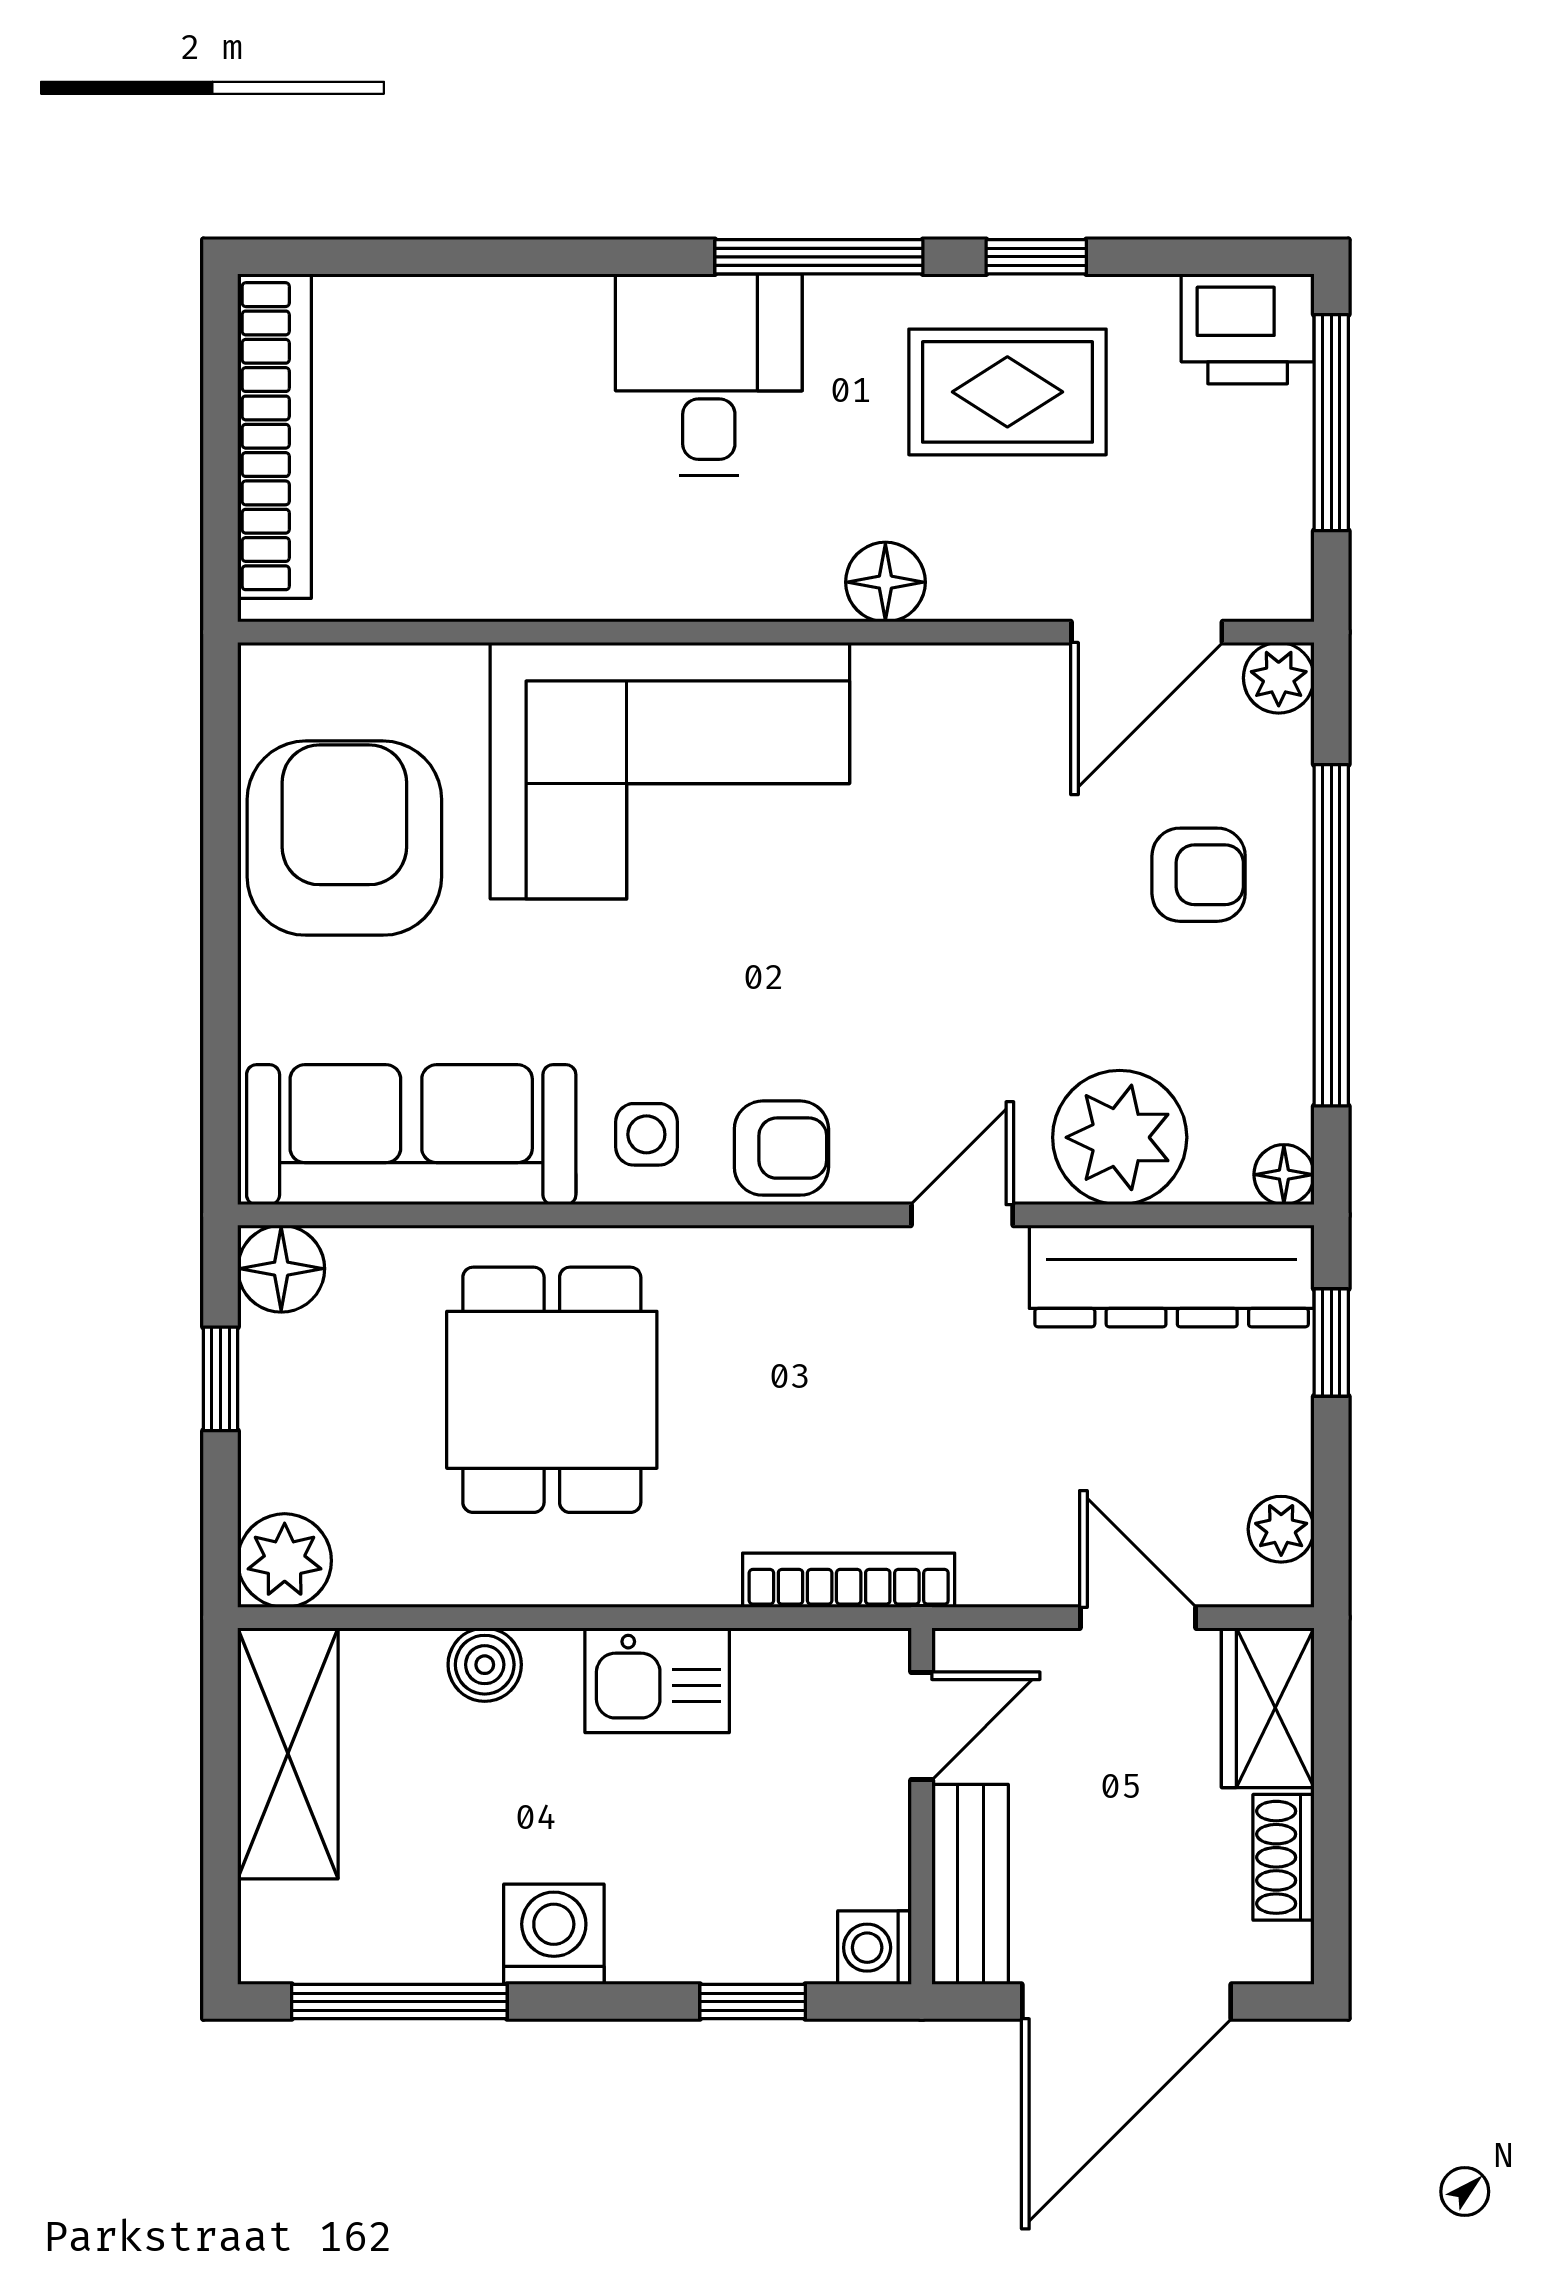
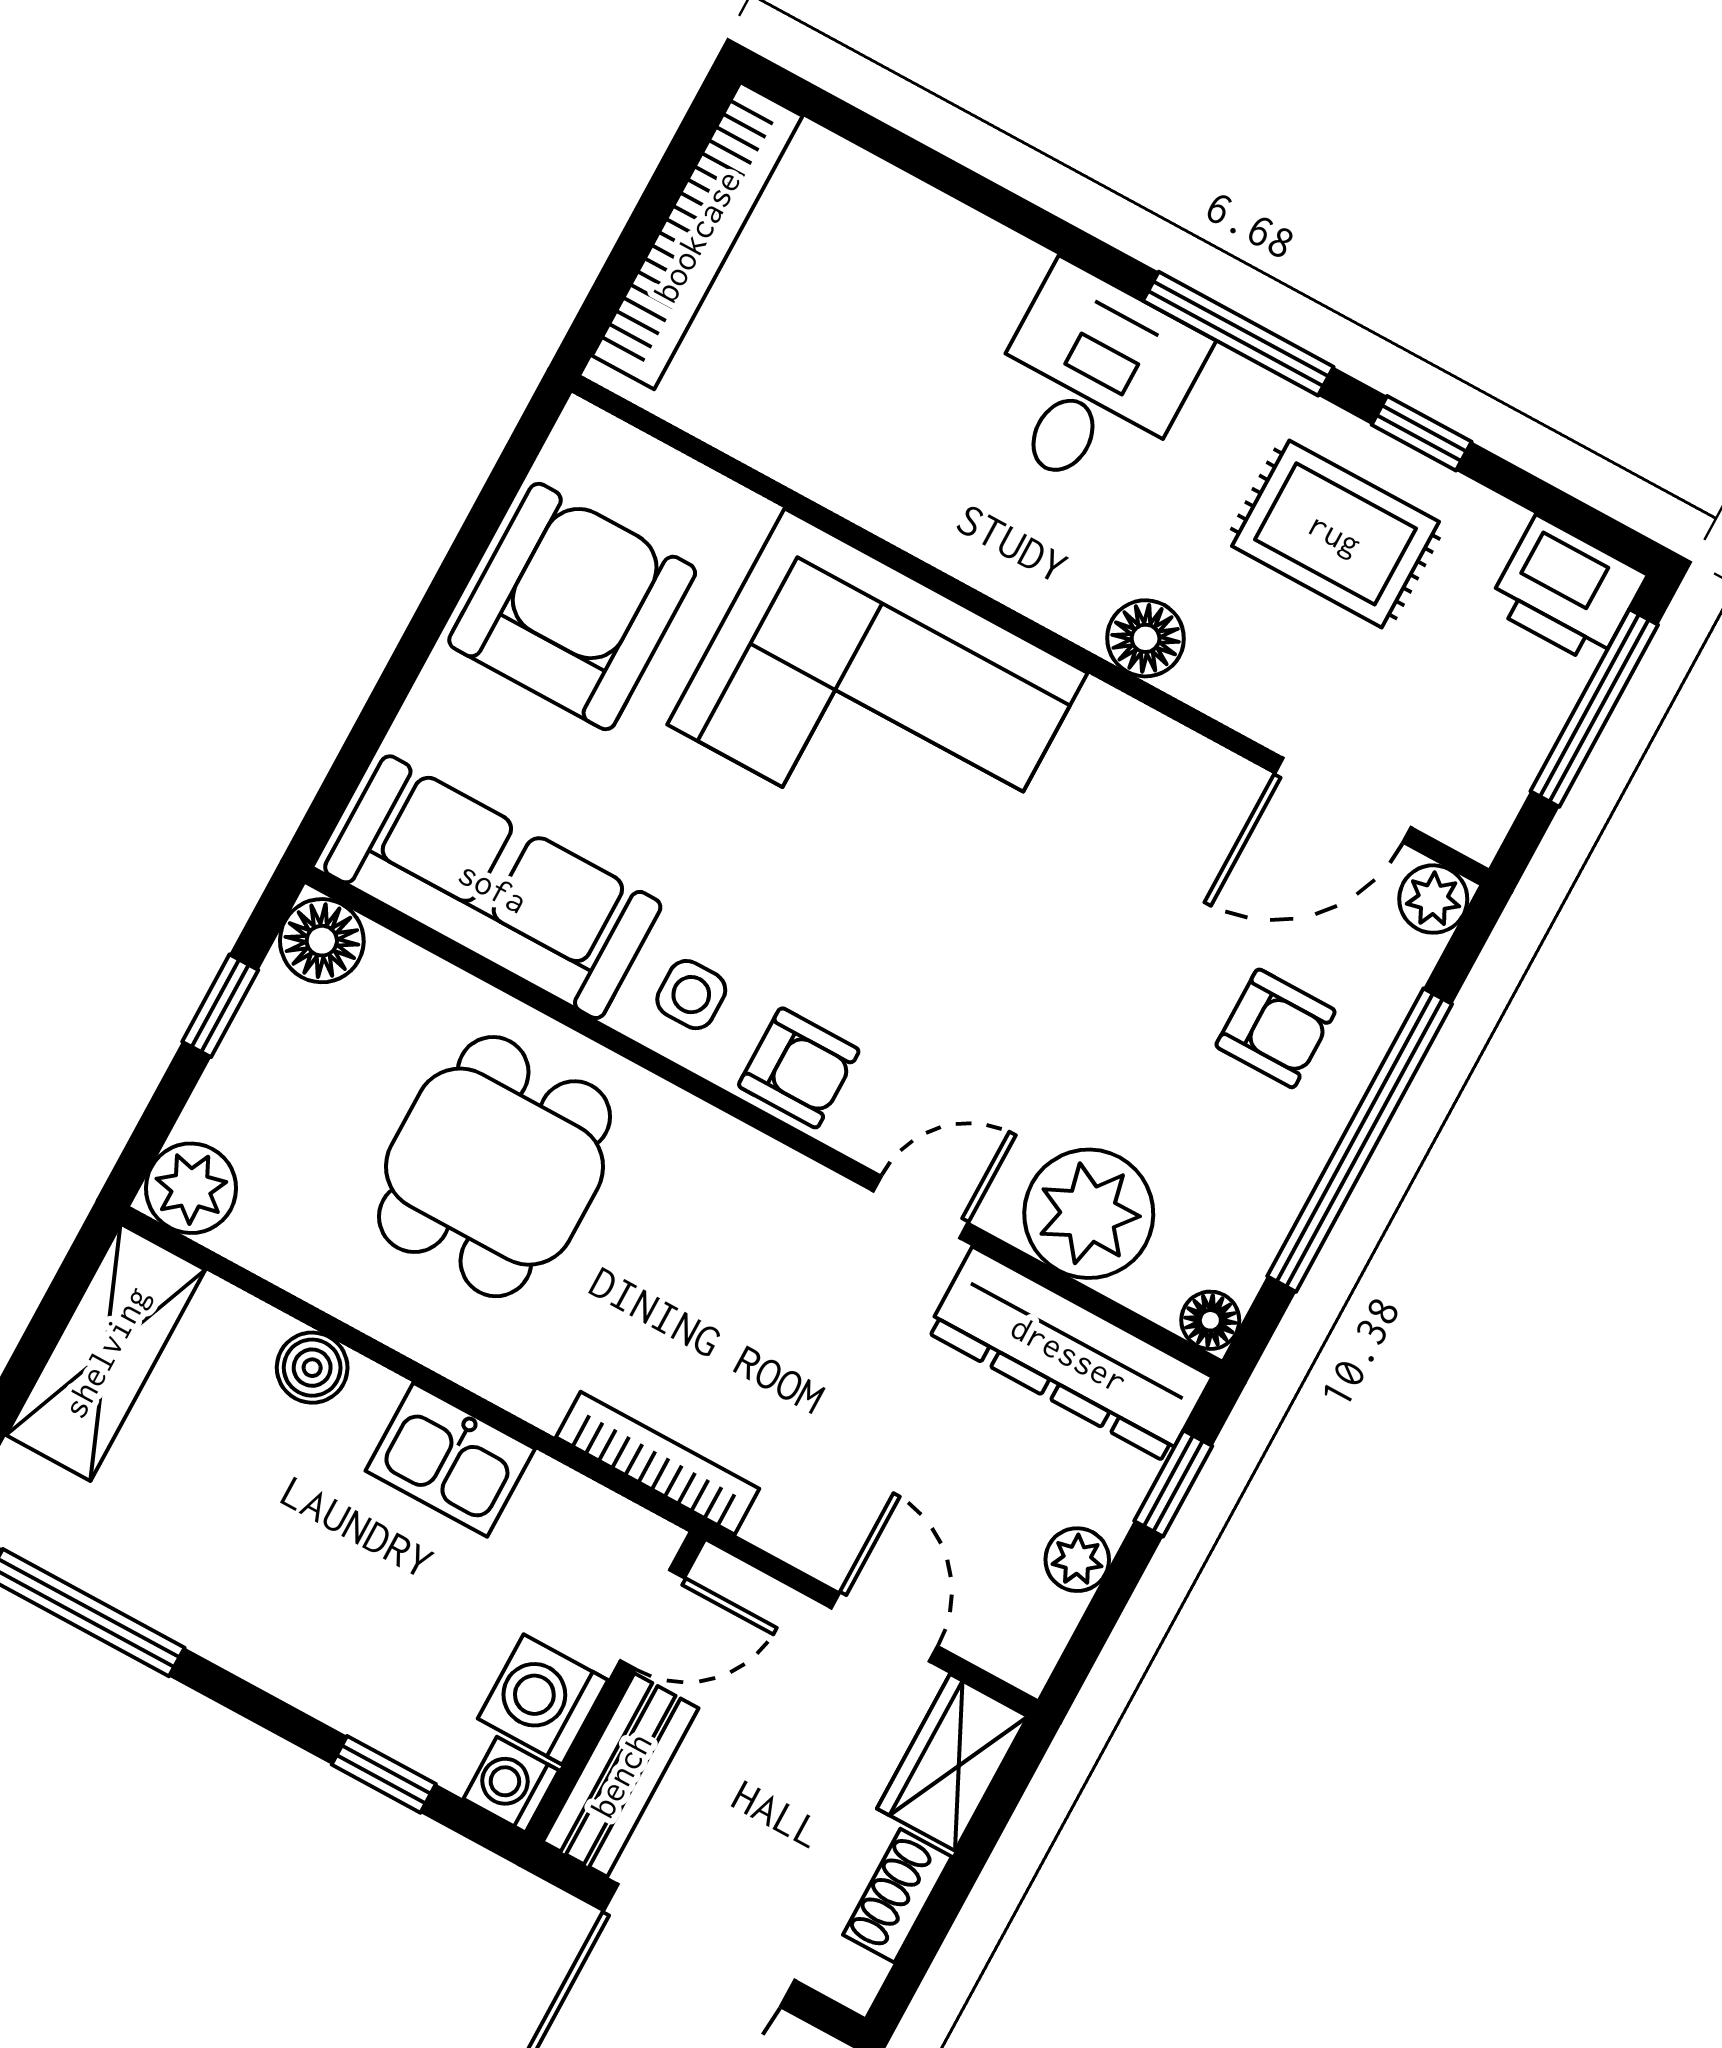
plant: (1281, 1529) -> (1077, 1560), moved
washing machine: (554, 1934) -> (543, 1699), moved, turned -90

